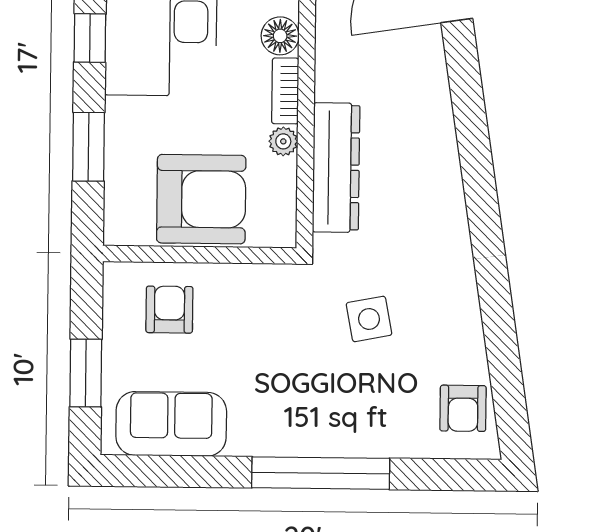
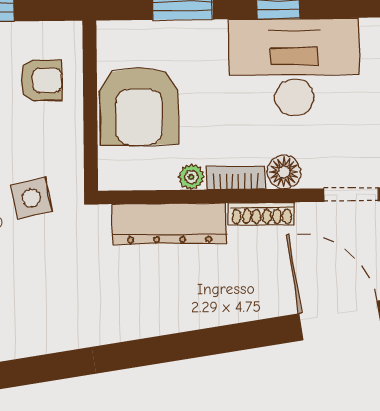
shoe rack: (327, 62) -> (262, 214), added
side table: (369, 319) -> (31, 198), moved

